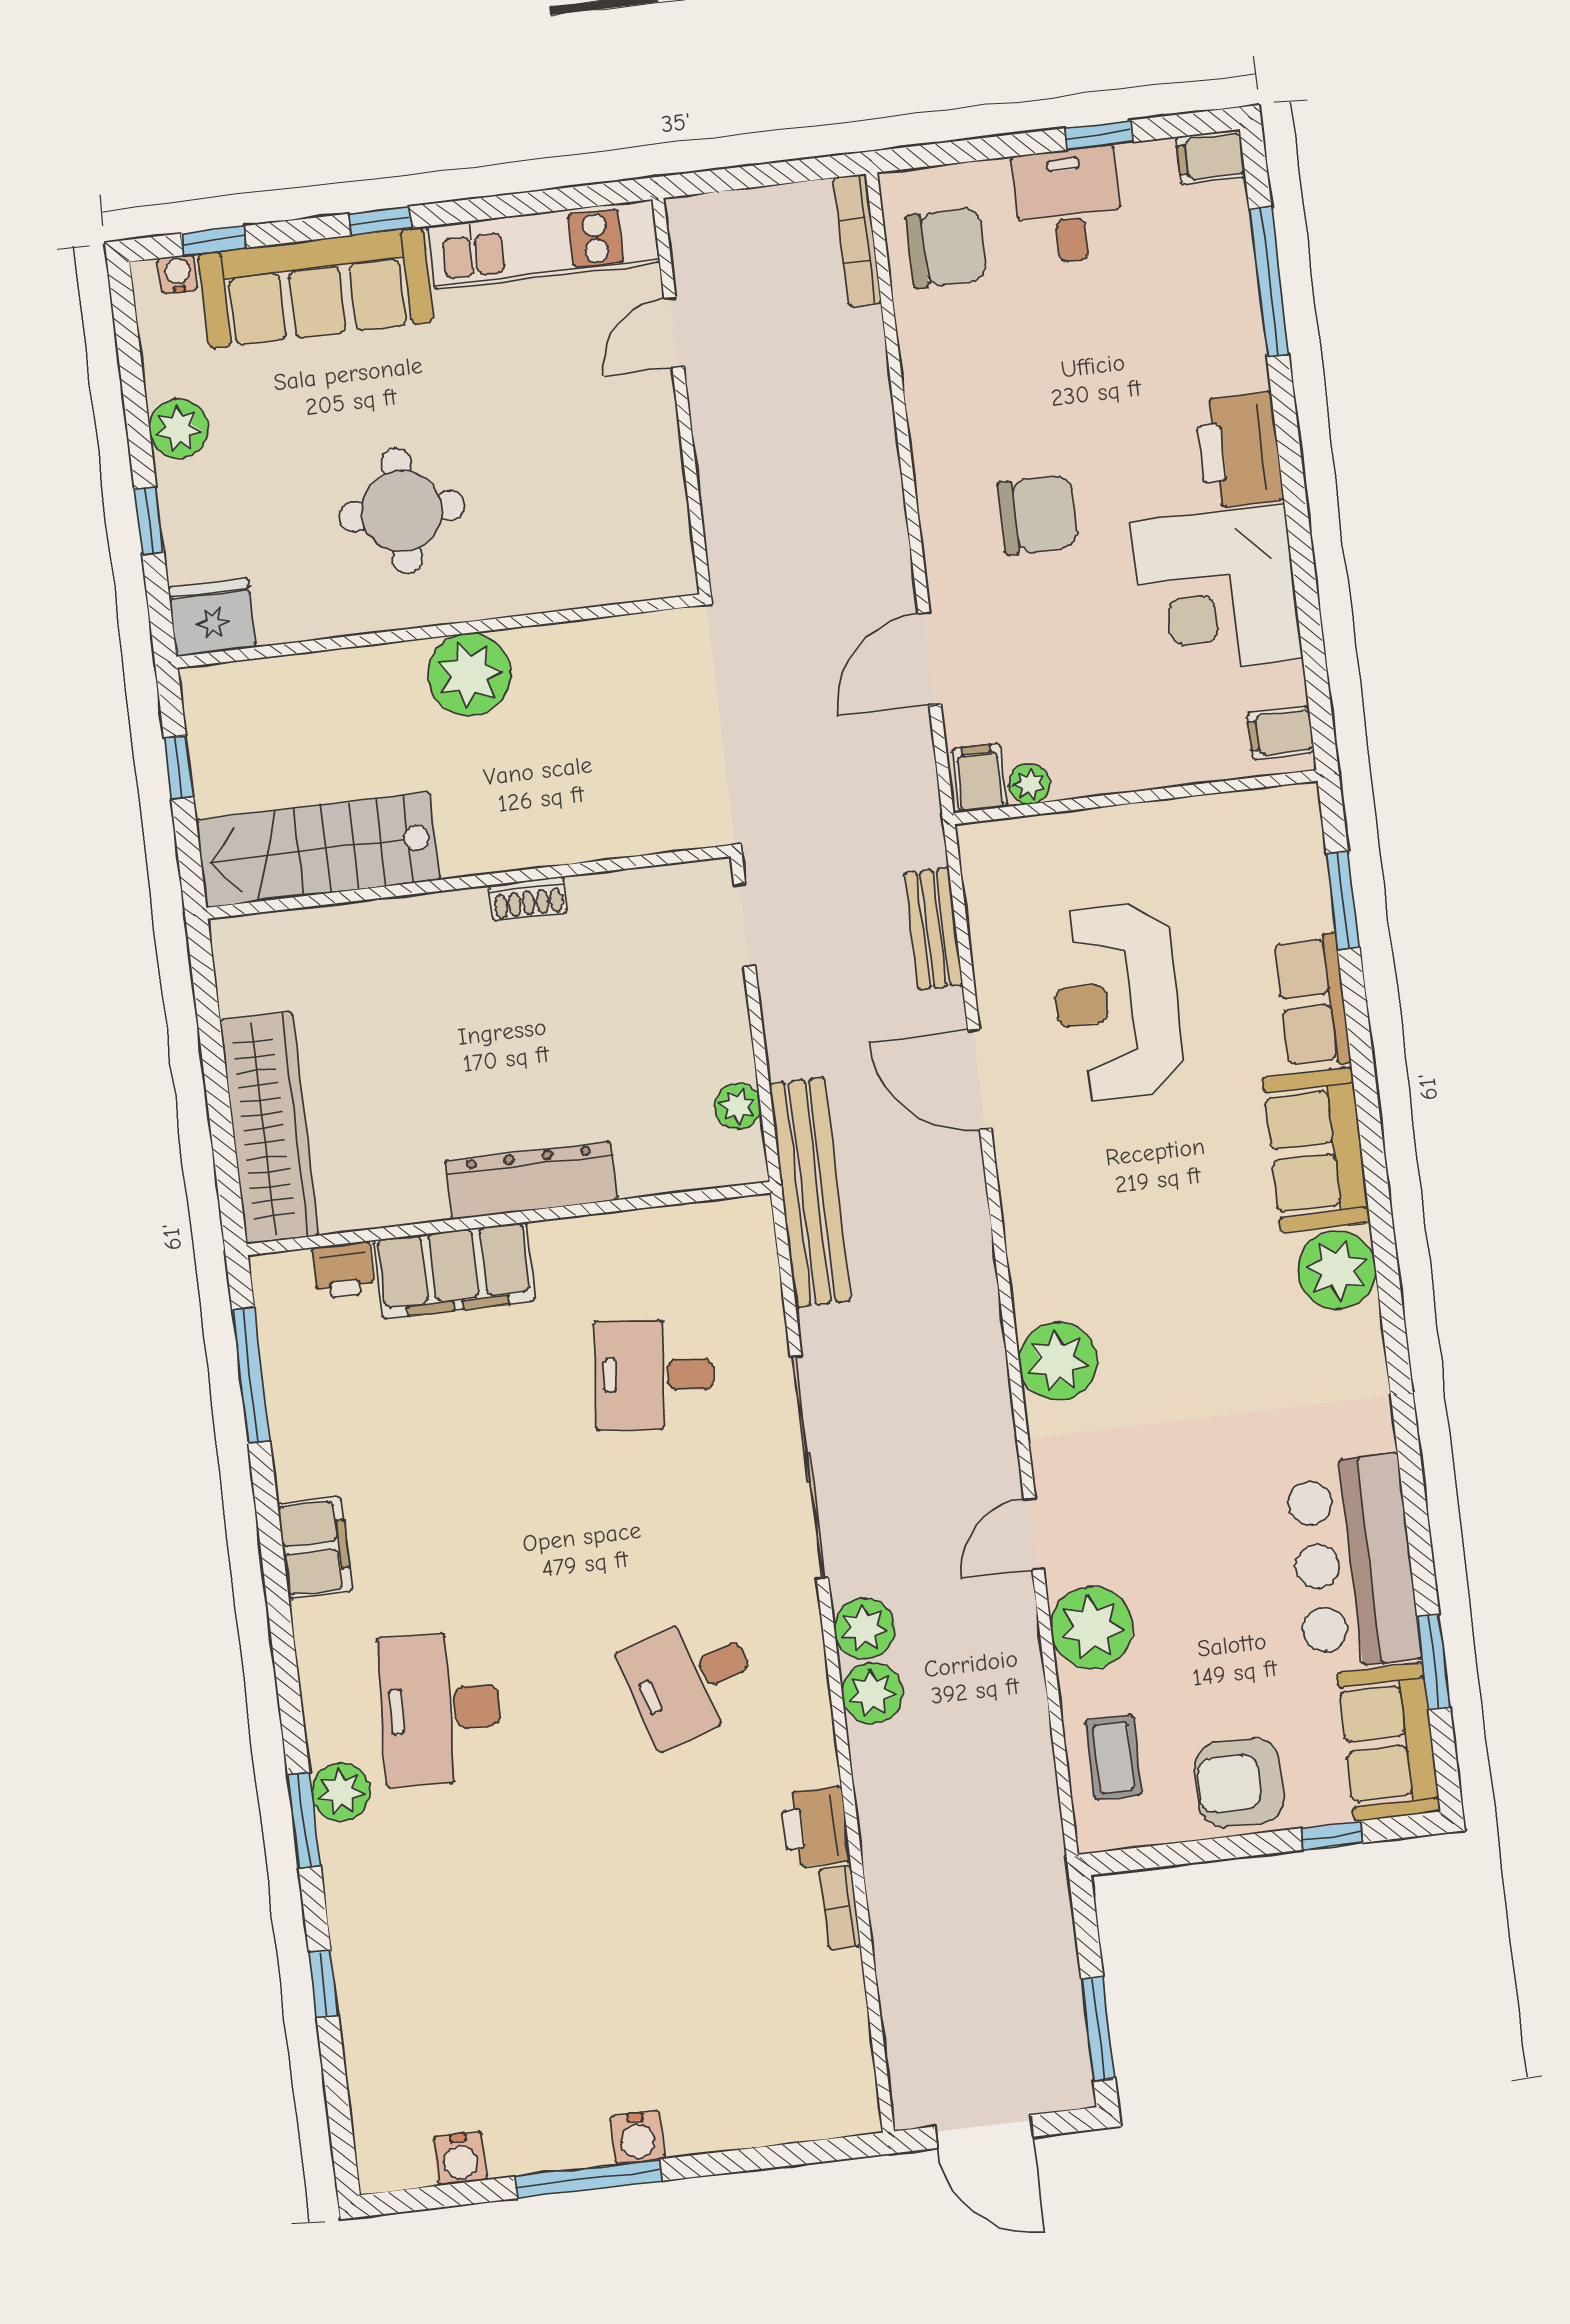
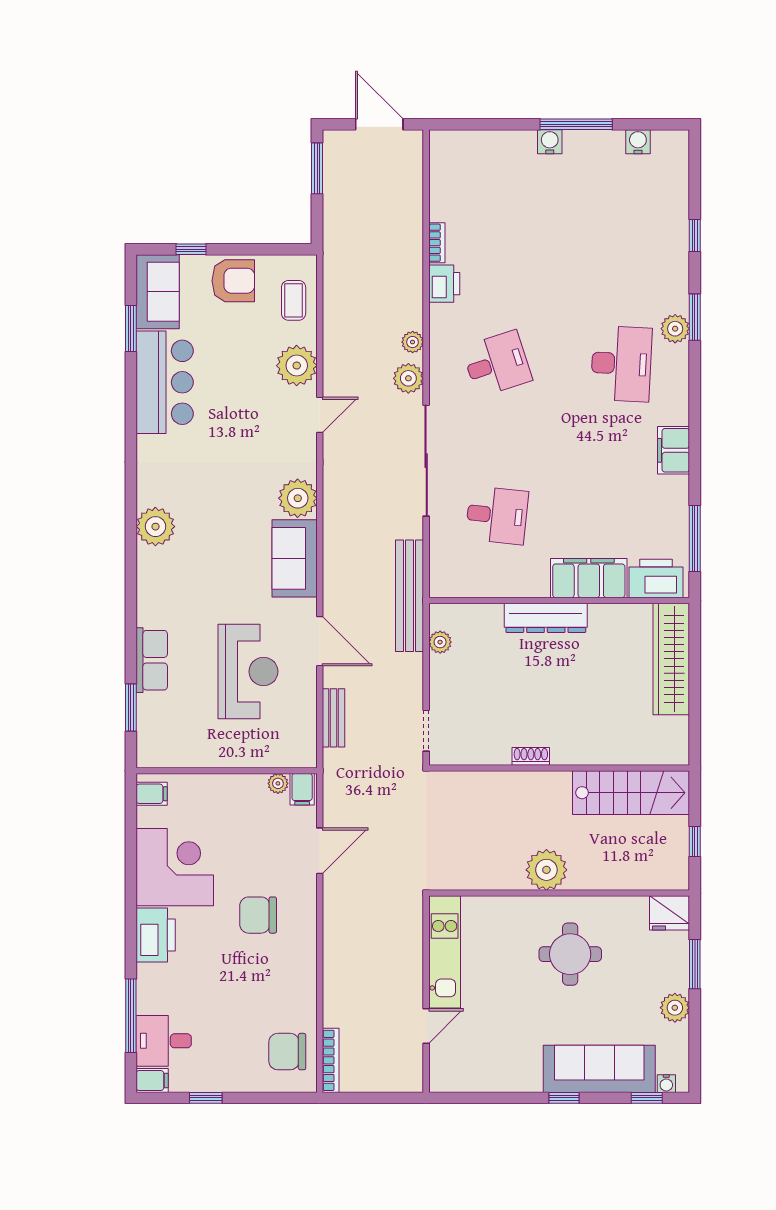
desk: (1068, 206) -> (164, 1041), moved, turned 90
kitchen unit: (543, 244) -> (445, 952), moved, turned 90
window: (149, 521) -> (695, 964), width x1.50
sofa: (1316, 1150) -> (295, 558), moved, turned 180
printer: (343, 1270) -> (656, 578), width x1.87, depth x1.48
plant: (872, 1693) -> (413, 342), width x0.73, depth x0.73

